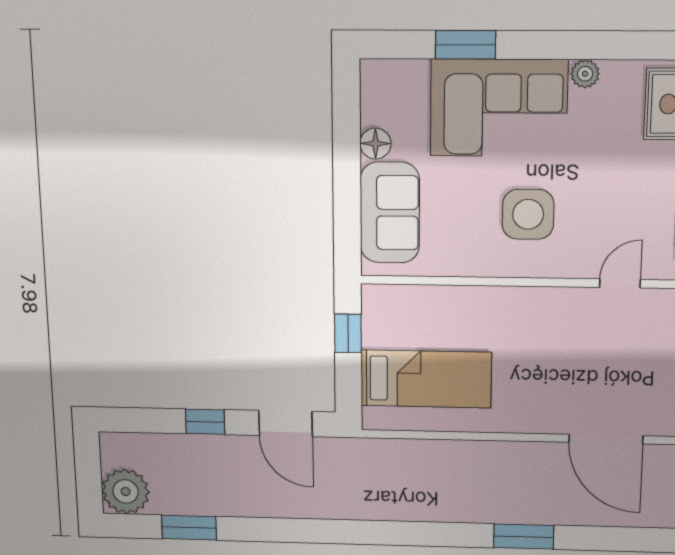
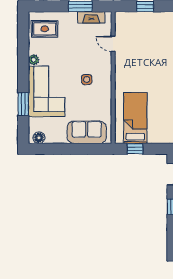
floor lamp: (375, 144) -> (39, 138), moved
side table: (528, 214) -> (87, 80), width x0.54, depth x0.54
bed: (426, 379) -> (135, 118), moved

